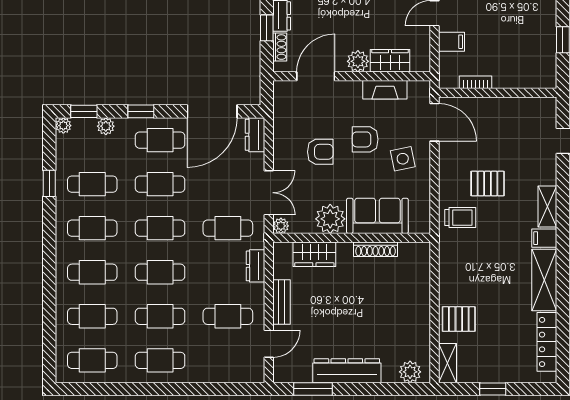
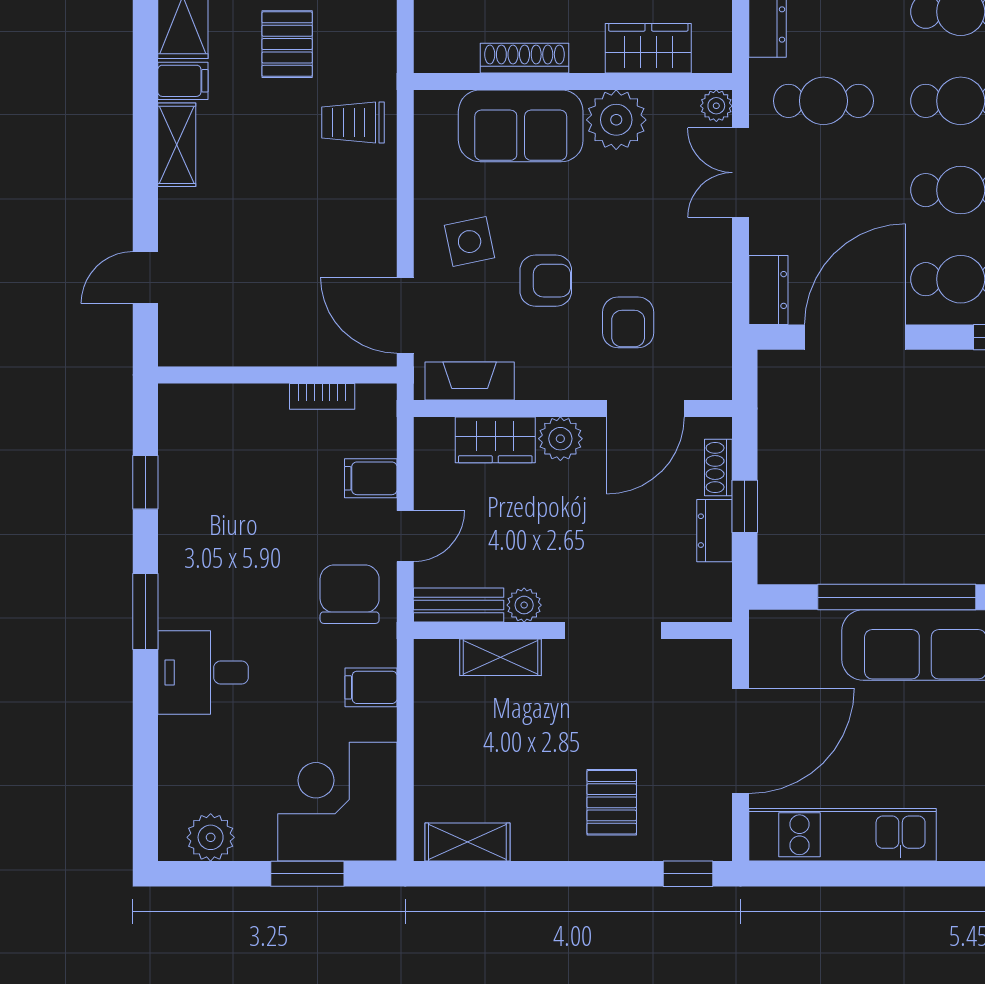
fireplace: (385, 90) -> (470, 381), moved
armchair: (320, 152) -> (628, 322), moved, turned -90
pallet: (488, 184) -> (287, 44), moved, turned 90

